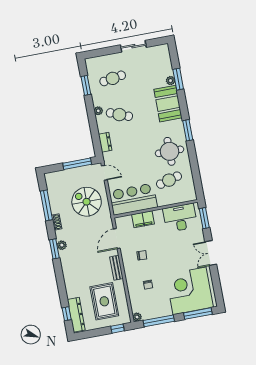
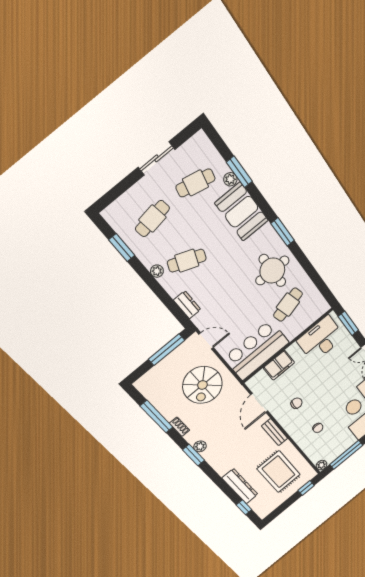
cafe table: (149, 72) -> (196, 183), added
spiral stairs: (87, 202) -> (202, 385), turned -90
dresser: (76, 315) -> (240, 486), moved

